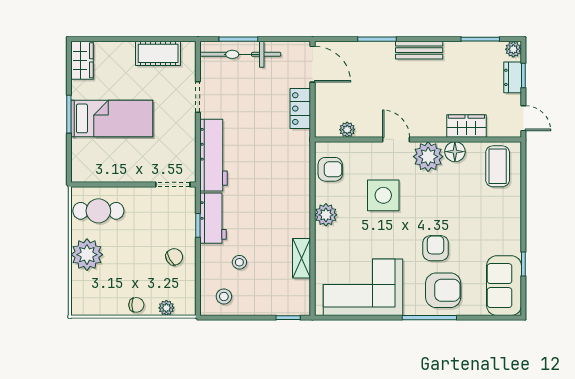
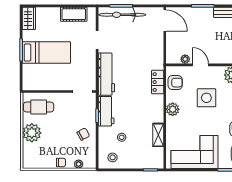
locker: (300, 109) -> (158, 82), moved
door: (396, 139) -> (200, 65), moved

